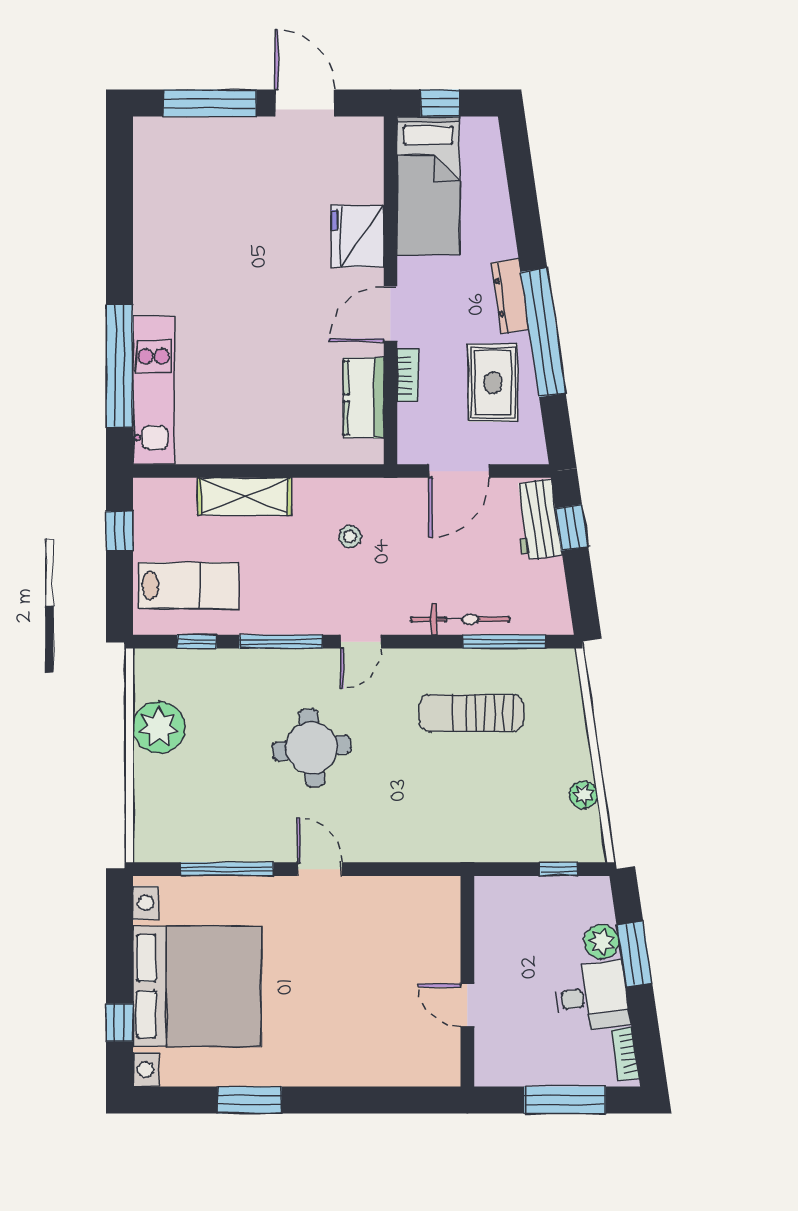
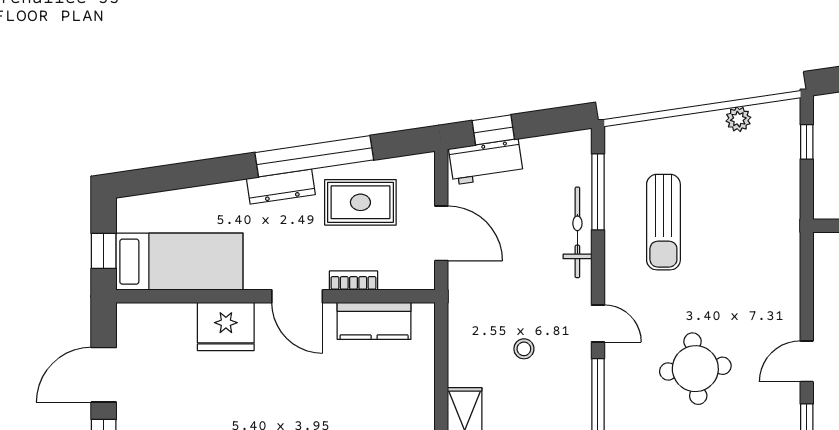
stool: (350, 537) -> (524, 349), moved

